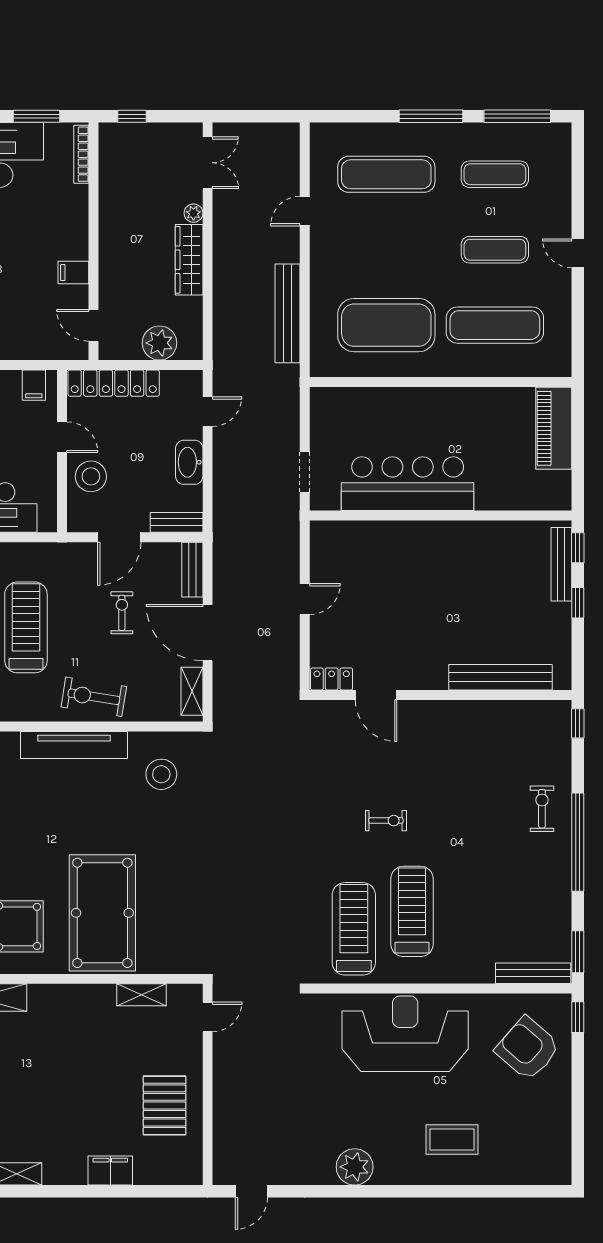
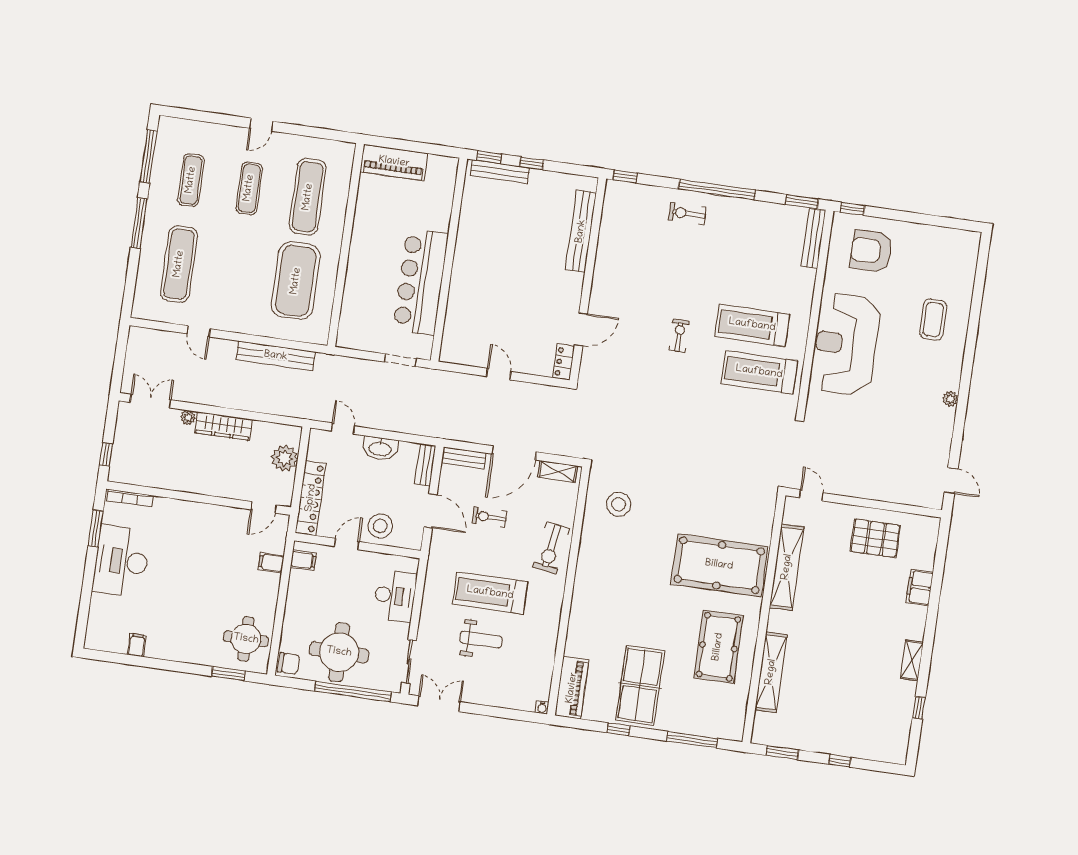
filing cabinet: (73, 273) -> (271, 563), moved, turned 90
tv unit: (74, 745) -> (586, 569), removed
shelving: (142, 995) -> (787, 567), width x2.20, depth x1.33
armchair: (528, 1049) -> (871, 251), turned 49
plant: (355, 1167) -> (950, 399), width x0.53, depth x0.53

